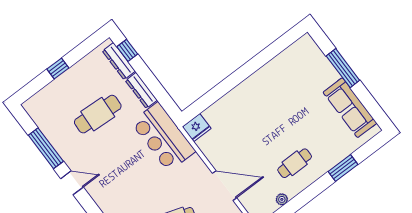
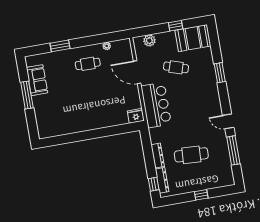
window: (343, 68) -> (27, 95), moved
sofa: (350, 108) -> (37, 80), width x0.73
bar counter: (163, 137) -> (156, 105), moved

